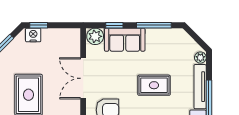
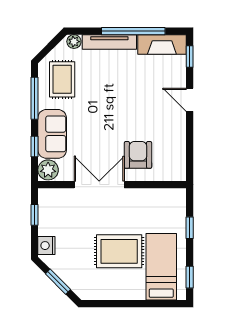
window: (39, 25) -> (34, 215), moved
double door: (83, 78) -> (99, 185), swing flipped
rug: (154, 85) -> (62, 79), moved

